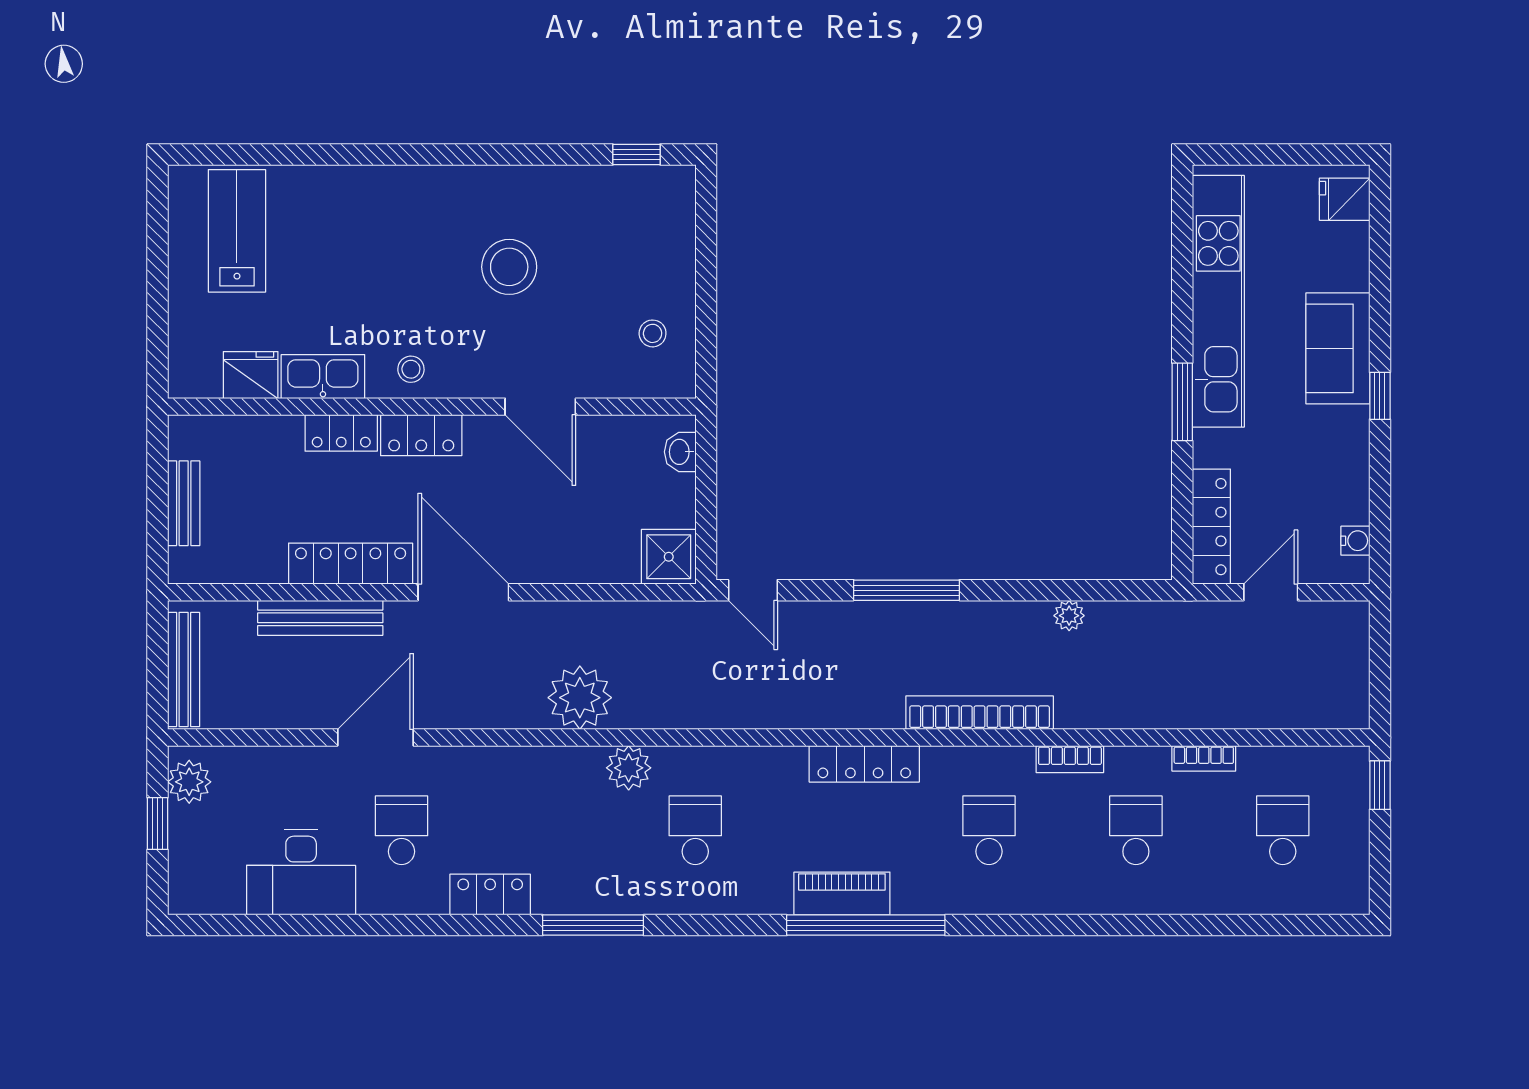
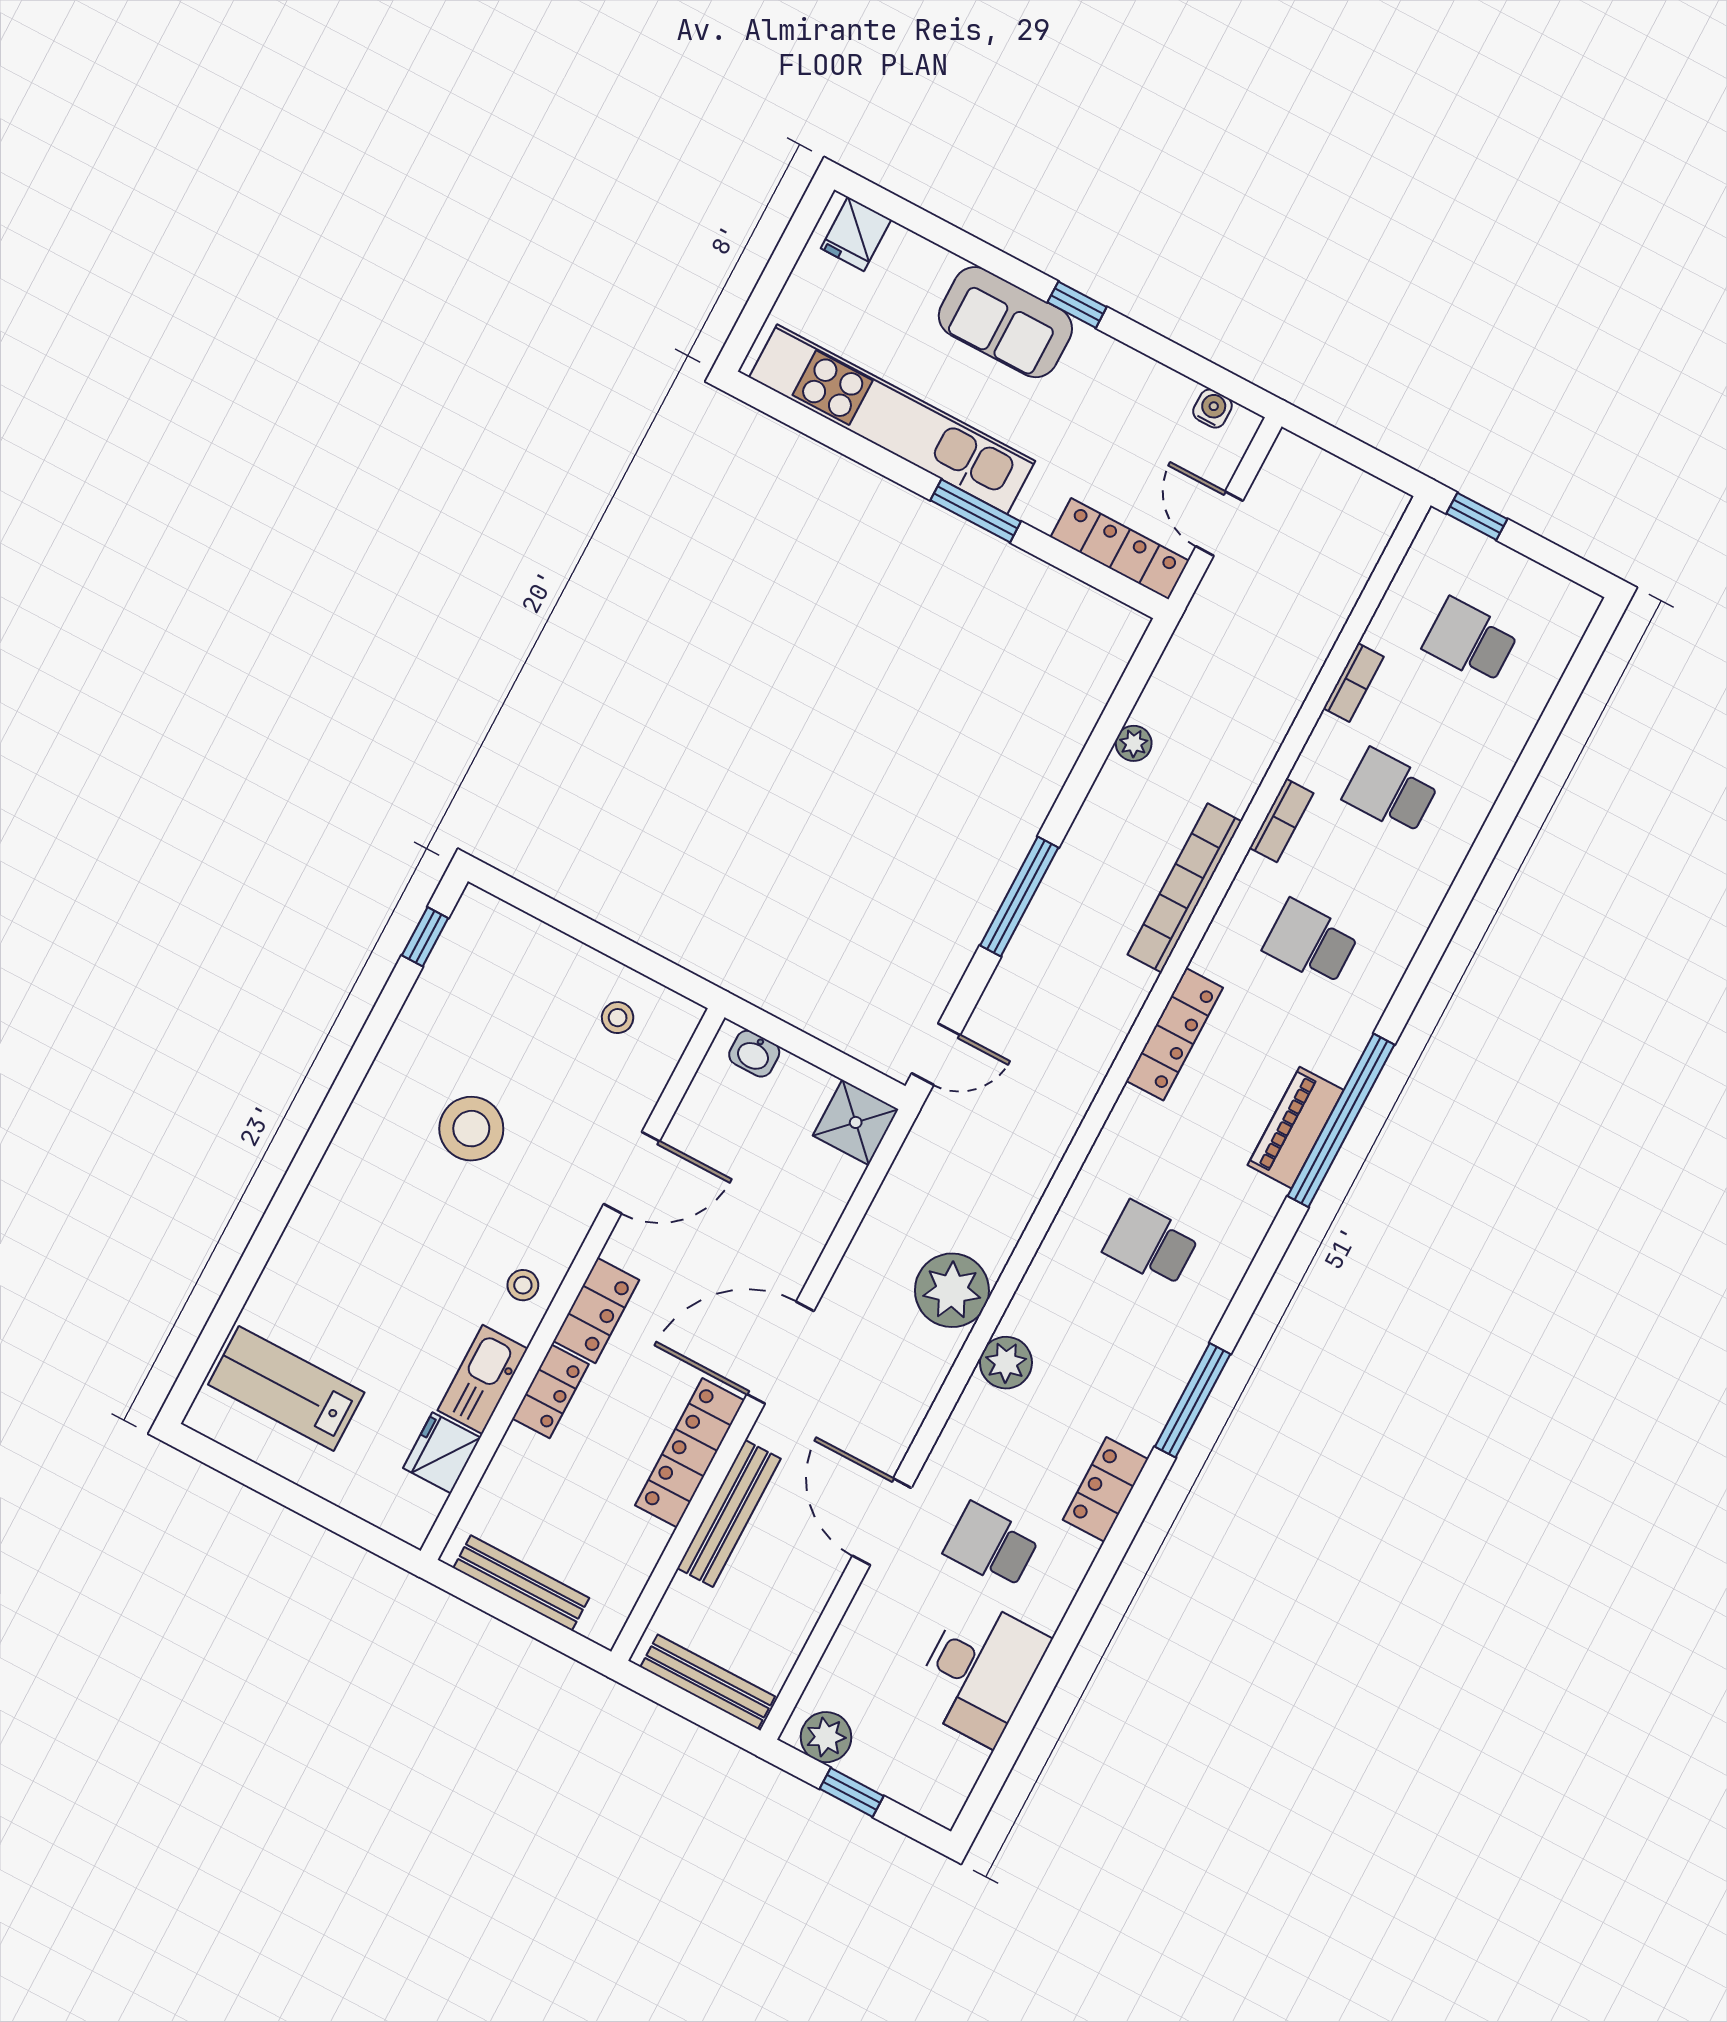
bench: (184, 503) -> (521, 1583), width x1.36
plant: (629, 768) -> (1006, 1363), moved

